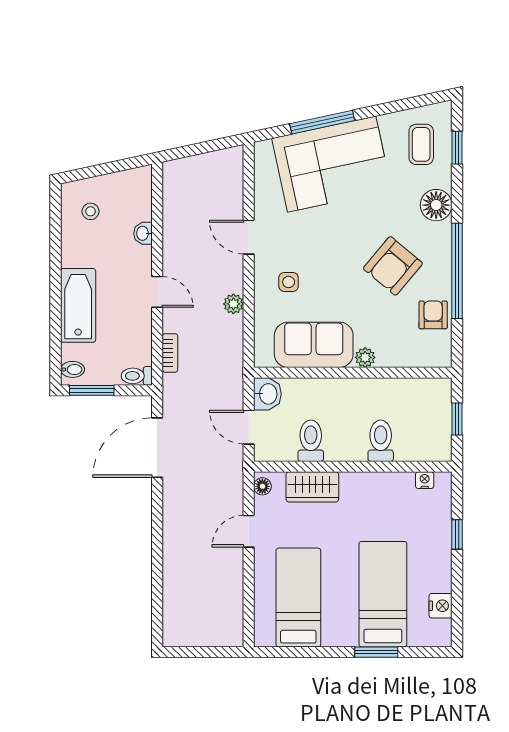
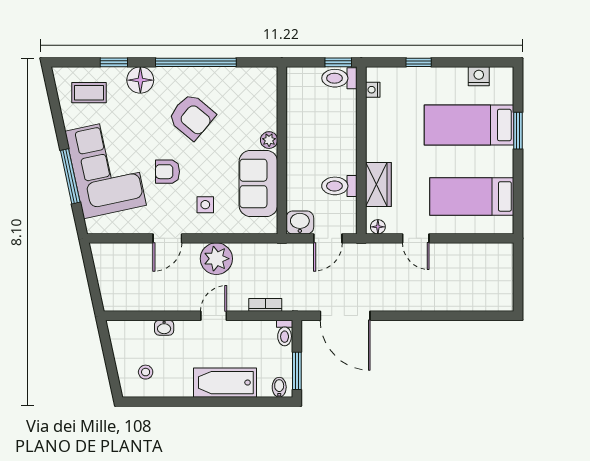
window: (457, 148) -> (114, 62), moved
plant: (233, 304) -> (216, 259), width x1.88, depth x1.88
armchair: (433, 315) -> (168, 172), moved
window: (457, 419) -> (338, 62), moved
toilet: (381, 441) -> (339, 78), moved

